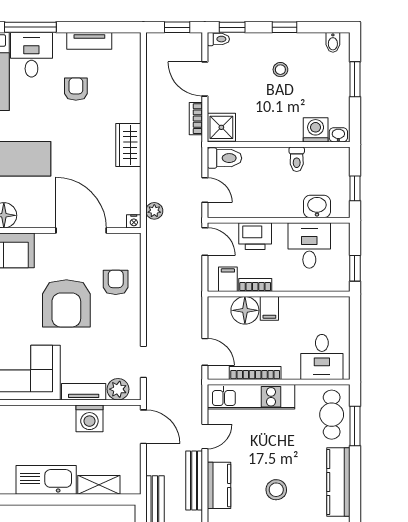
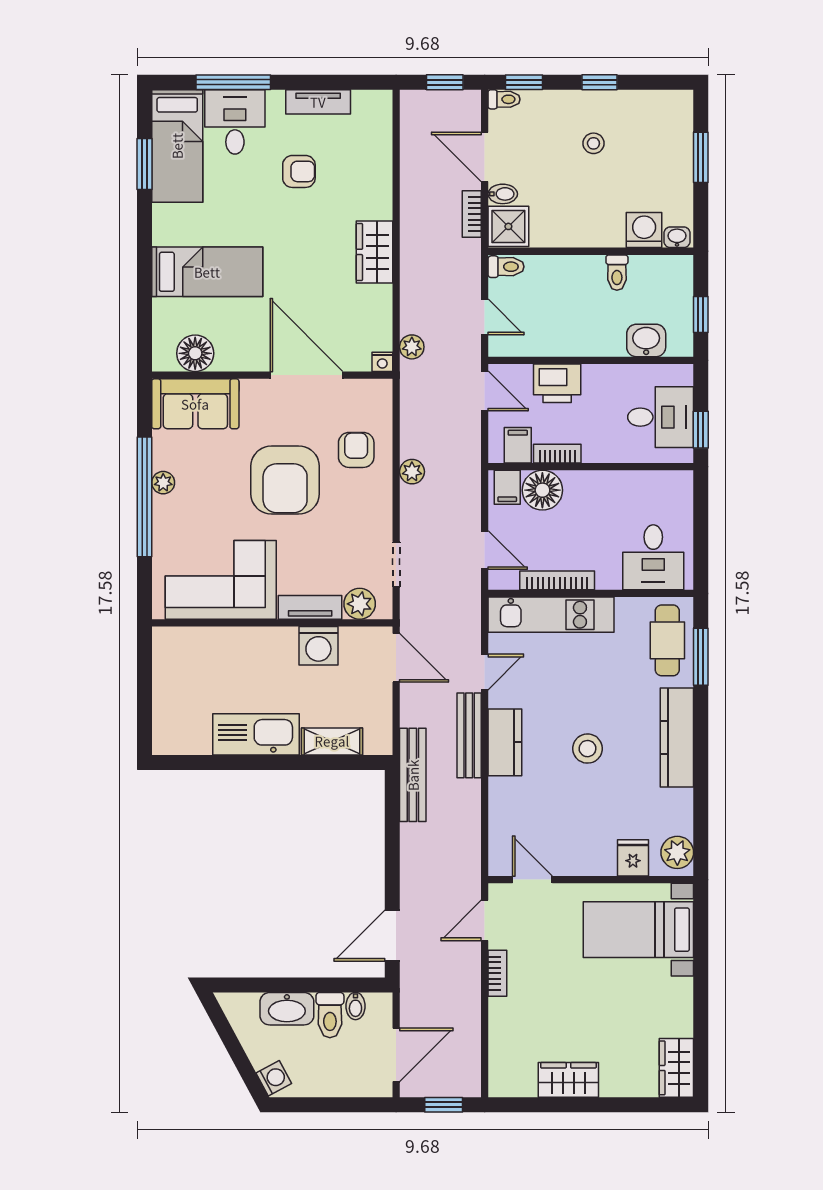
bidet: (333, 42) -> (503, 194), moved, turned -90
armchair: (76, 89) -> (299, 171), turned 90
toilet: (224, 158) -> (506, 267), width x0.73, depth x0.72
desk: (309, 246) -> (661, 417), moved, turned 90
plant: (154, 297) -> (412, 472), added
filing cabinet: (269, 308) -> (507, 487), moved

